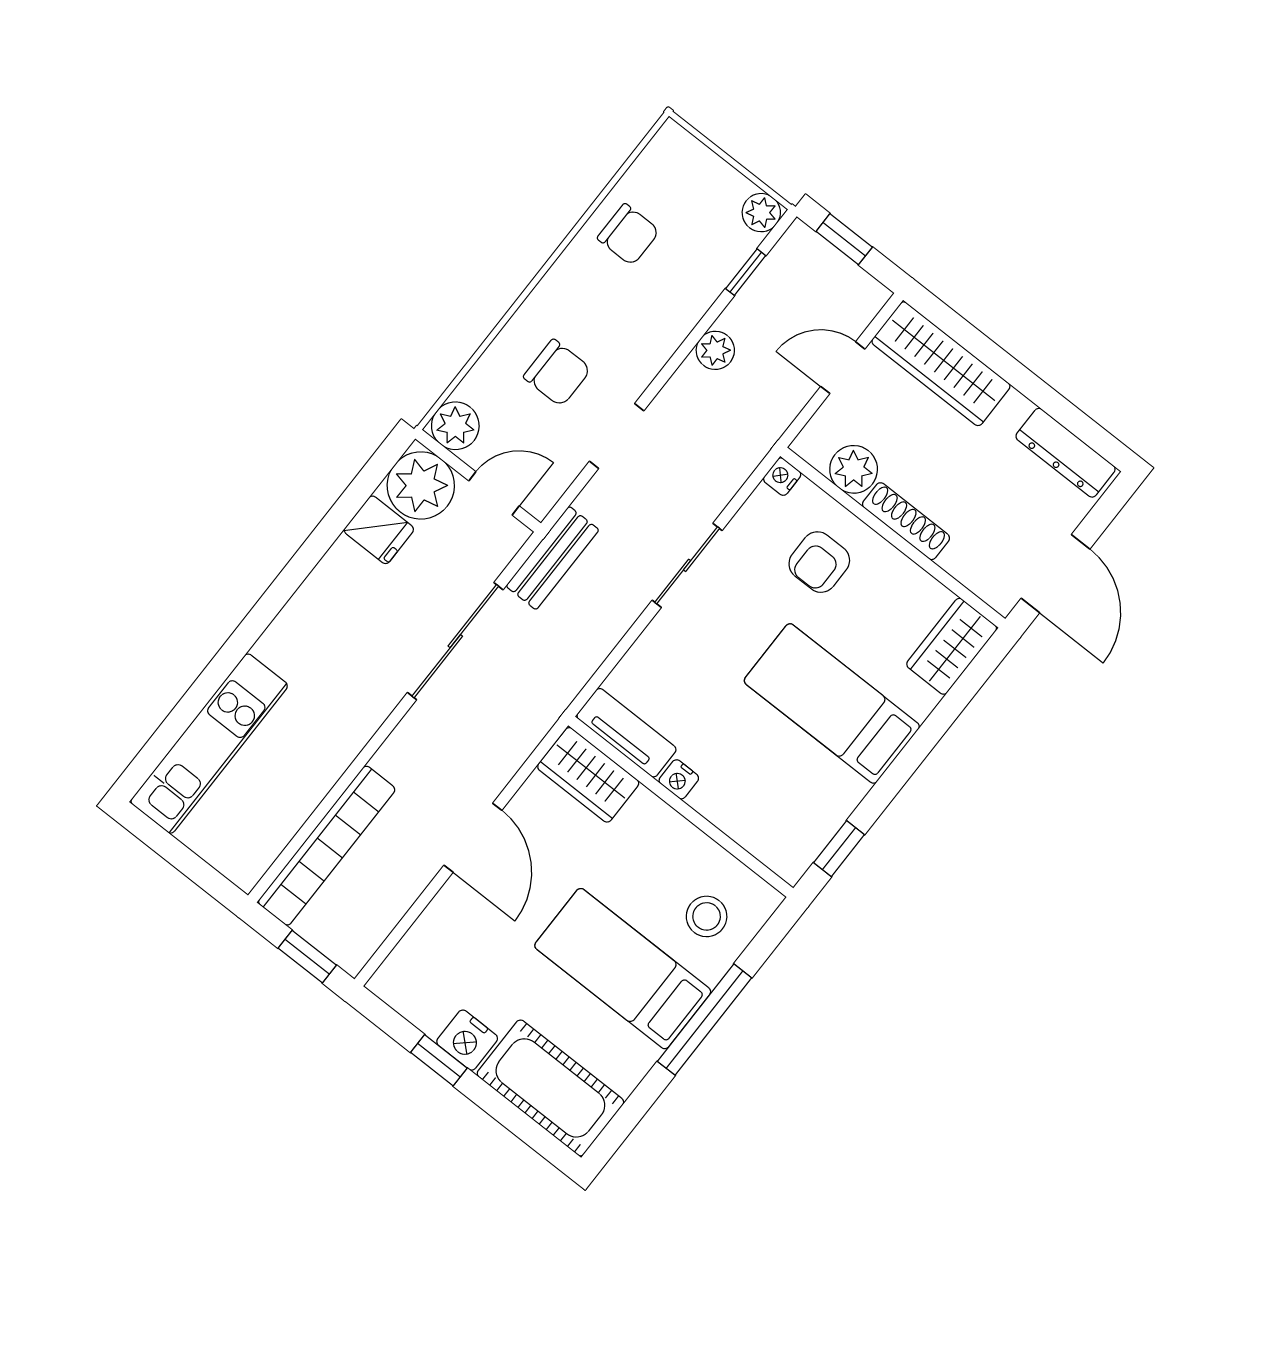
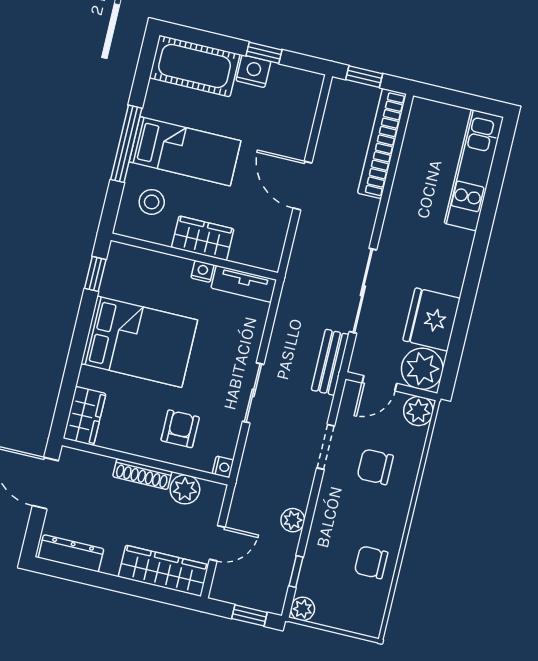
fridge: (379, 530) -> (432, 319), width x1.88, depth x1.34
bed: (832, 704) -> (139, 342), width x1.50
wardrobe: (588, 775) -> (203, 238), moved

